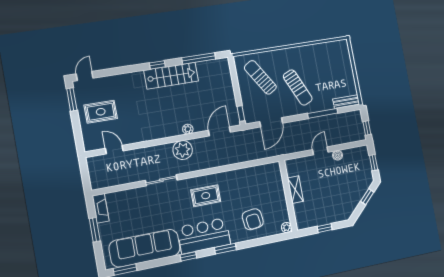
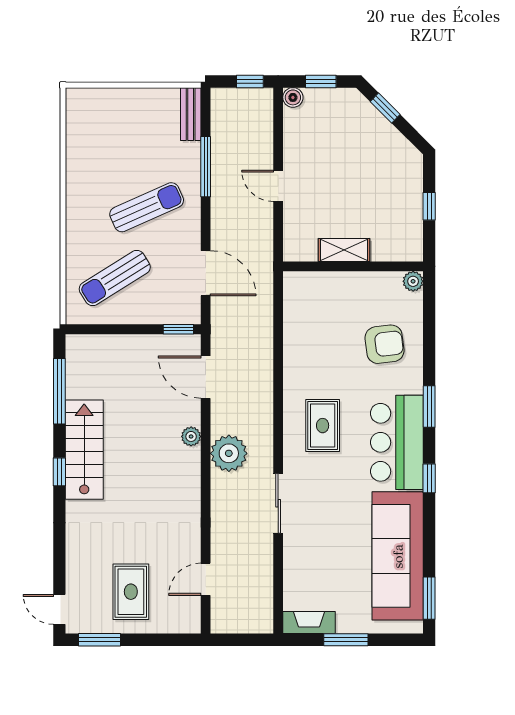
boiler: (338, 155) -> (293, 97), moved

